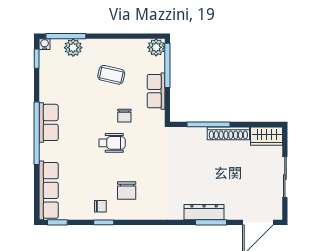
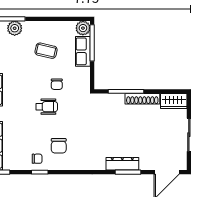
row of seats: (156, 91) -> (83, 51), moved

